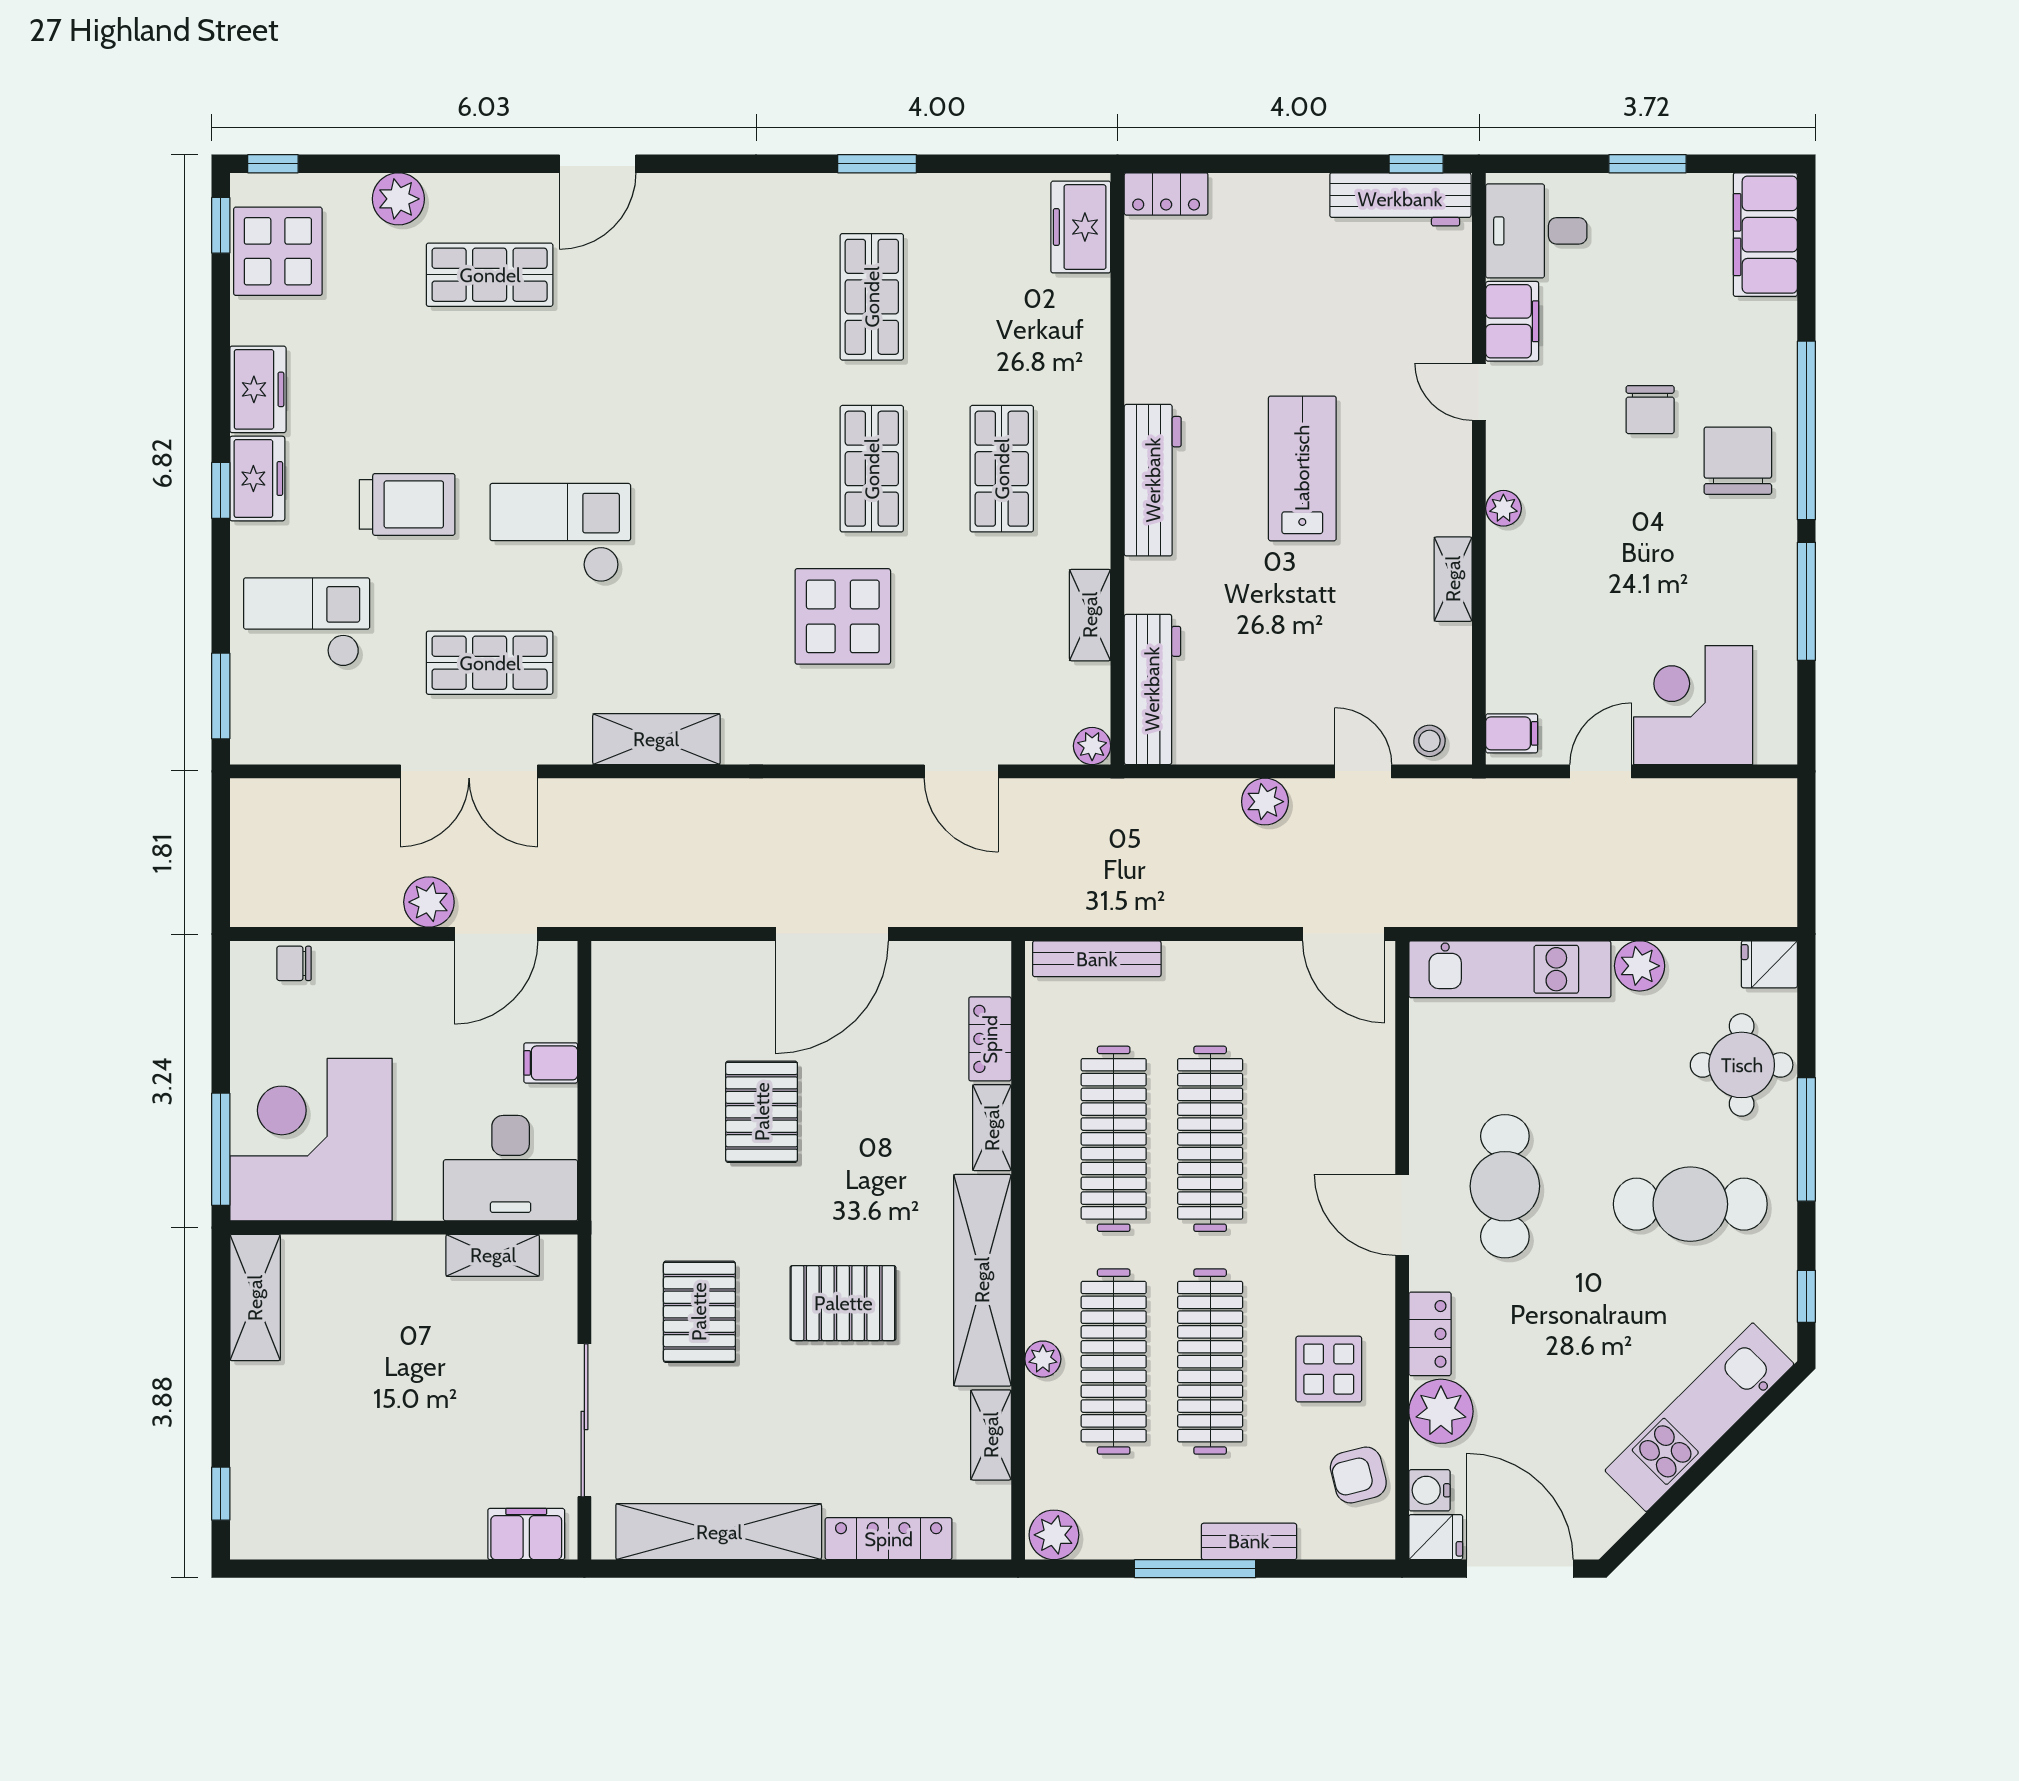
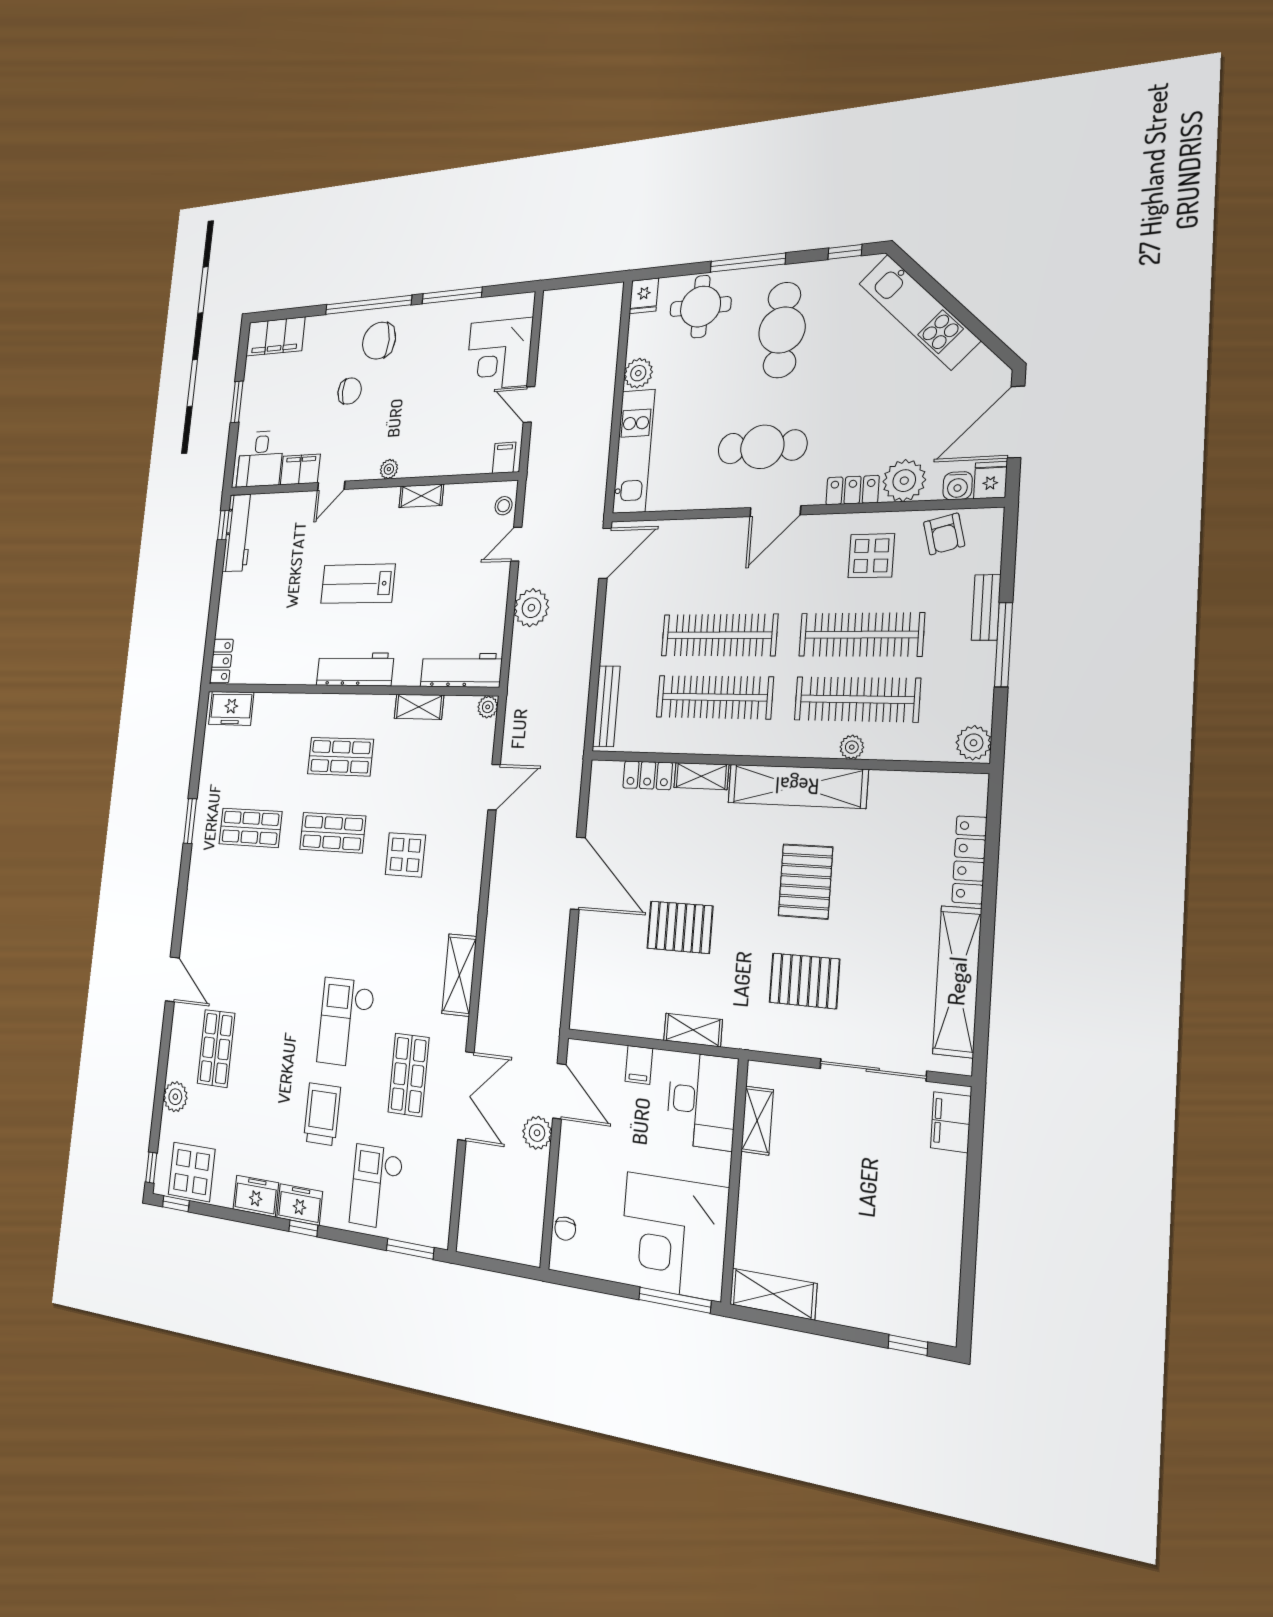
display table: (843, 616) -> (405, 855), width x0.73, depth x0.73
plant: (1265, 802) -> (531, 608), width x1.36, depth x1.36
shelving: (991, 1435) -> (693, 1030), moved

